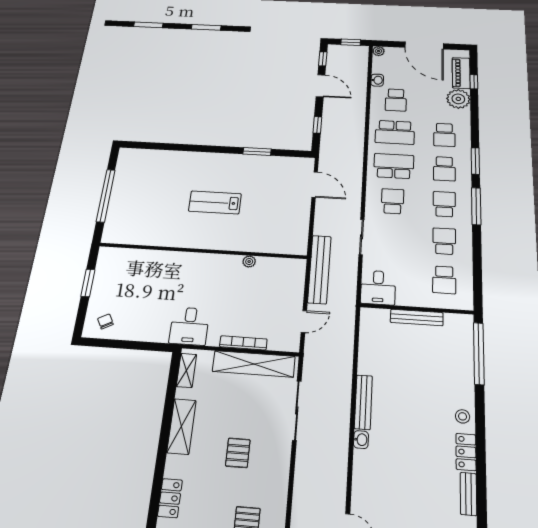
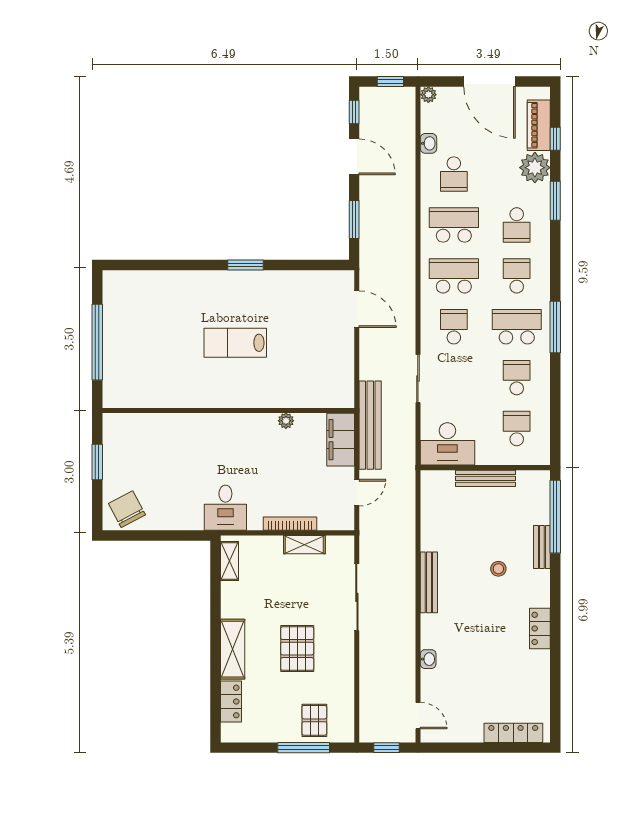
window: (317, 125) -> (354, 220), width x1.50
school desk: (395, 132) -> (454, 225), turned 180
window: (257, 151) -> (246, 265), moved
window: (475, 161) -> (555, 201), moved
school desk: (444, 169) -> (517, 276), turned 180
school desk: (444, 204) -> (517, 327), width x1.85
filing cabinet: (293, 279) -> (341, 440), added
school desk: (444, 280) -> (517, 429), turned 180
desk: (378, 288) -> (447, 444), width x1.37
chair: (105, 321) -> (127, 509), width x1.87, depth x1.87
shelving: (254, 364) -> (304, 545), width x0.45, depth x0.75
stool: (463, 416) -> (498, 569), moved
shelving: (181, 426) -> (233, 649), moved
washbasin: (361, 440) -> (428, 659), moved
pallet: (238, 453) -> (297, 649), width x1.50, depth x1.42
bench: (468, 494) -> (542, 547), moved

